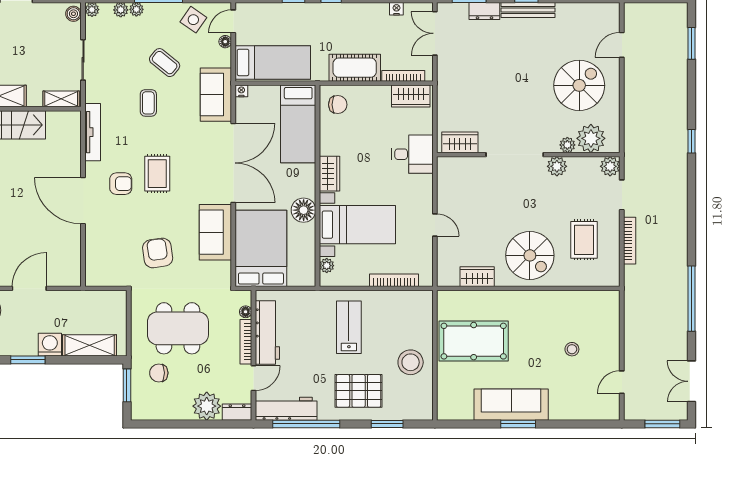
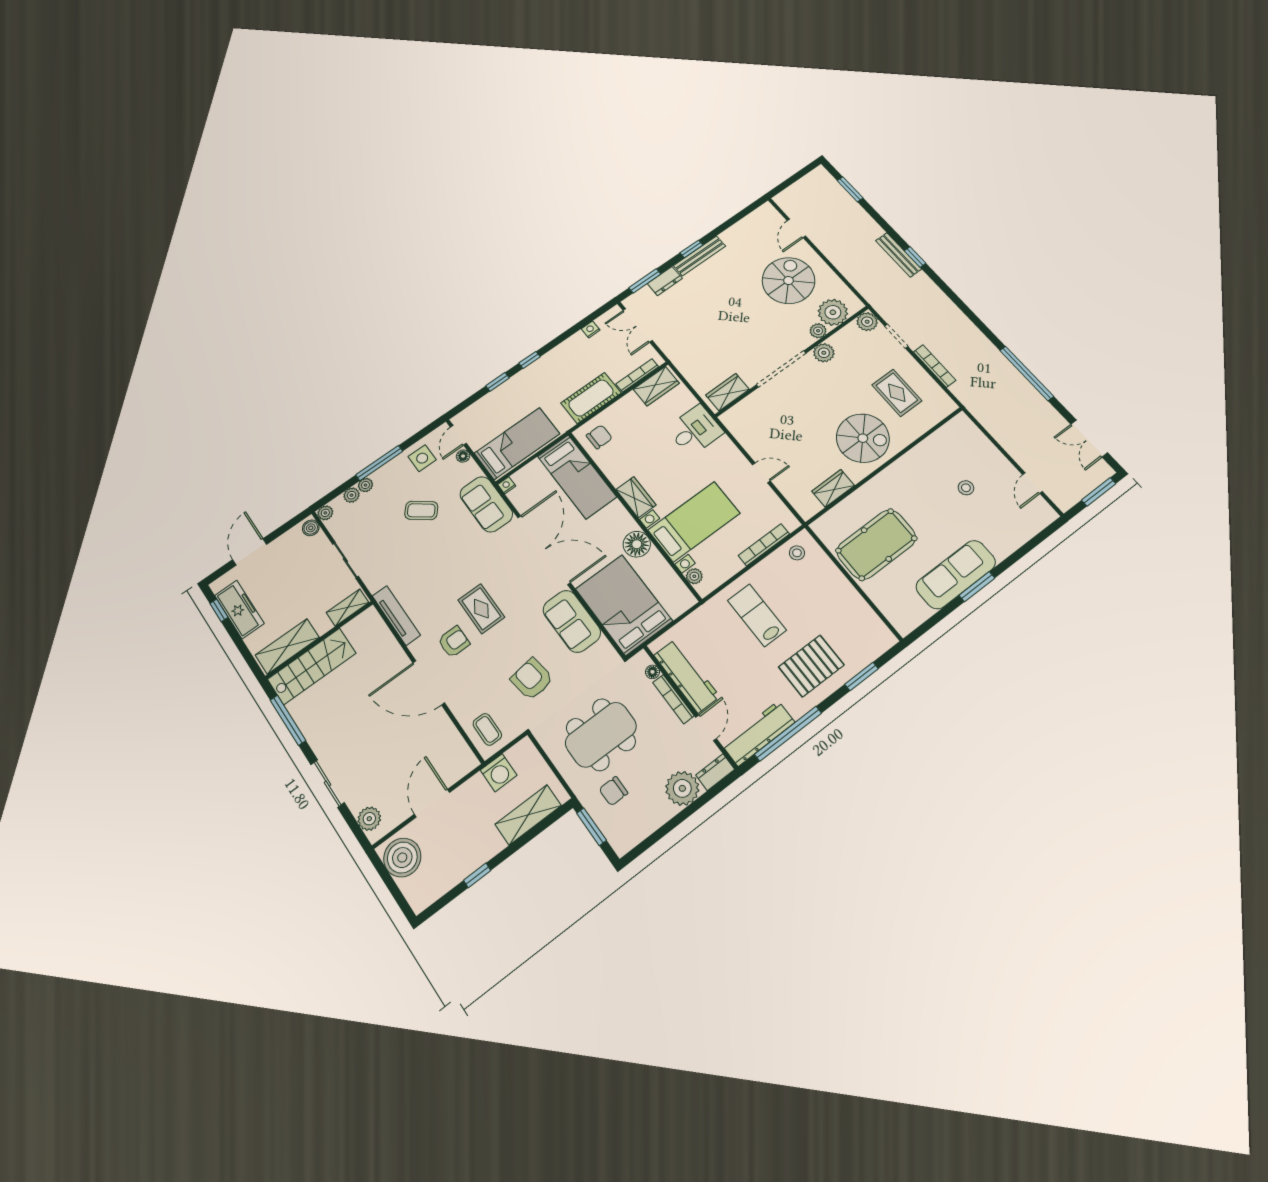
side table: (193, 20) -> (422, 458), turned -35
coffee table: (148, 103) -> (487, 729), moved
bench: (681, 130) -> (898, 255), added
washing machine: (50, 345) -> (499, 773), moved, turned 180
window: (28, 360) -> (477, 875), width x0.67
stool: (411, 362) -> (797, 553), moved, width x0.53, depth x0.53

